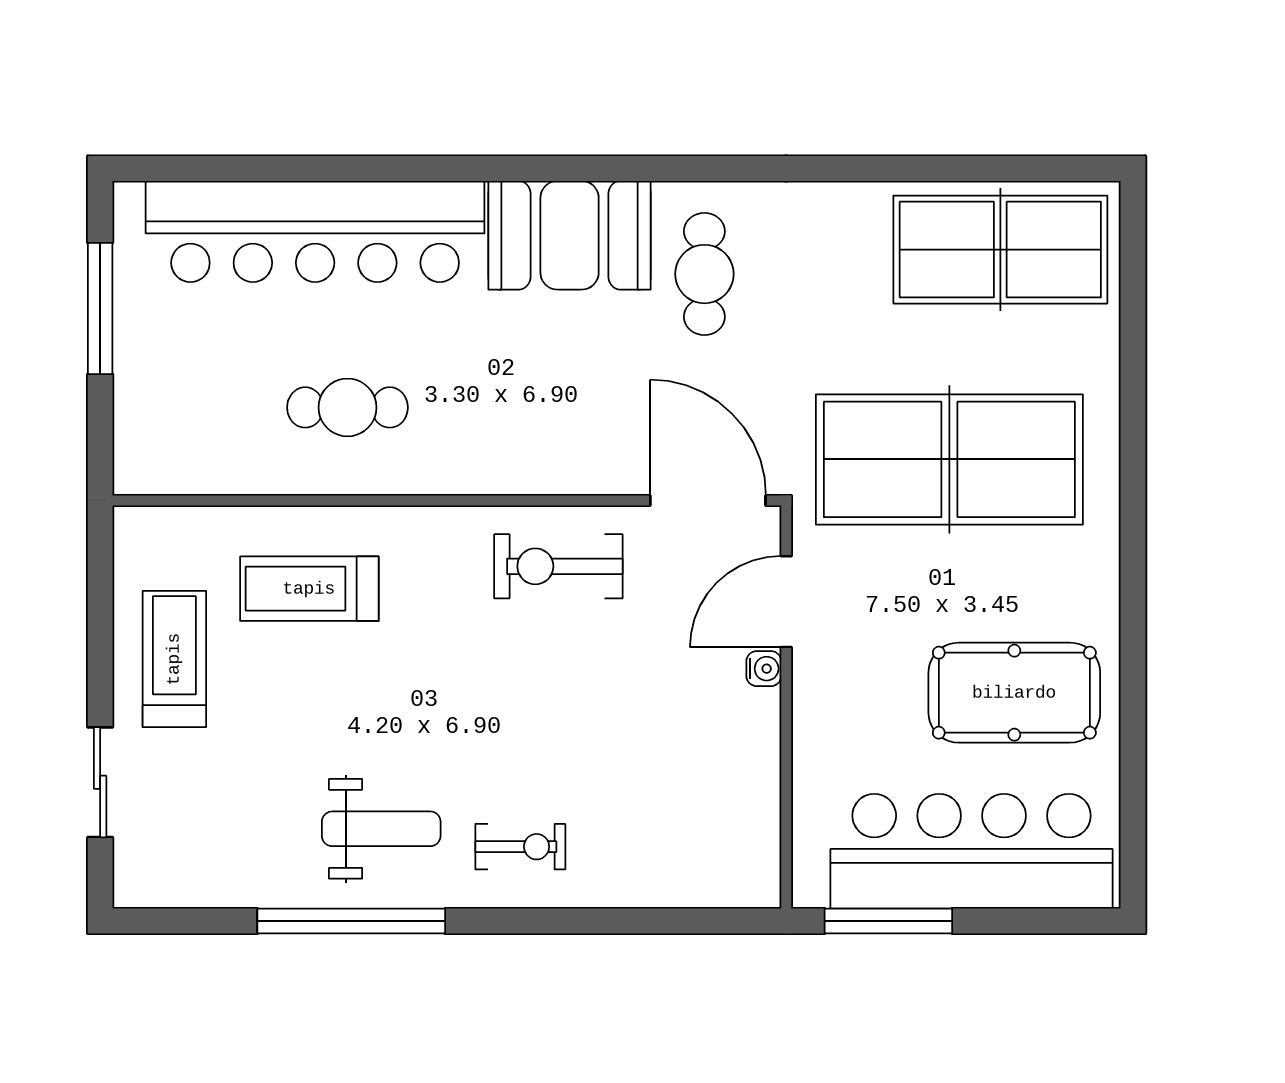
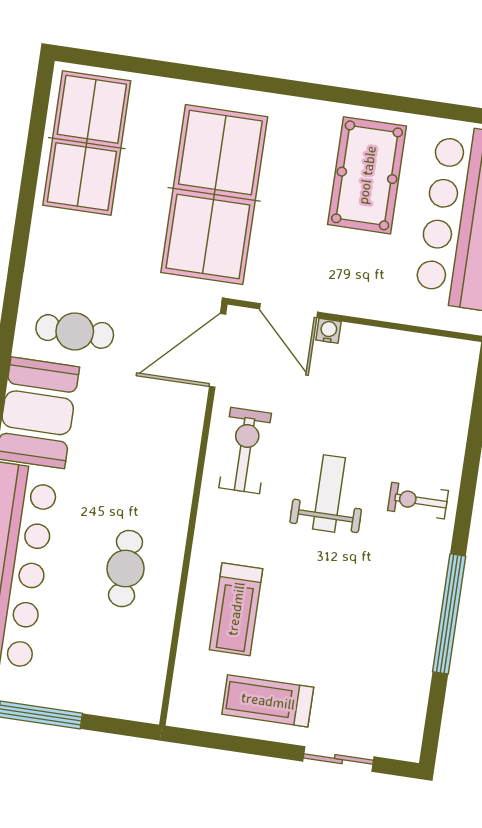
exercise bike: (558, 566) -> (245, 451), turned 180
weight bench: (381, 829) -> (329, 493), moved
exercise bike: (520, 847) -> (418, 501), turned -90

